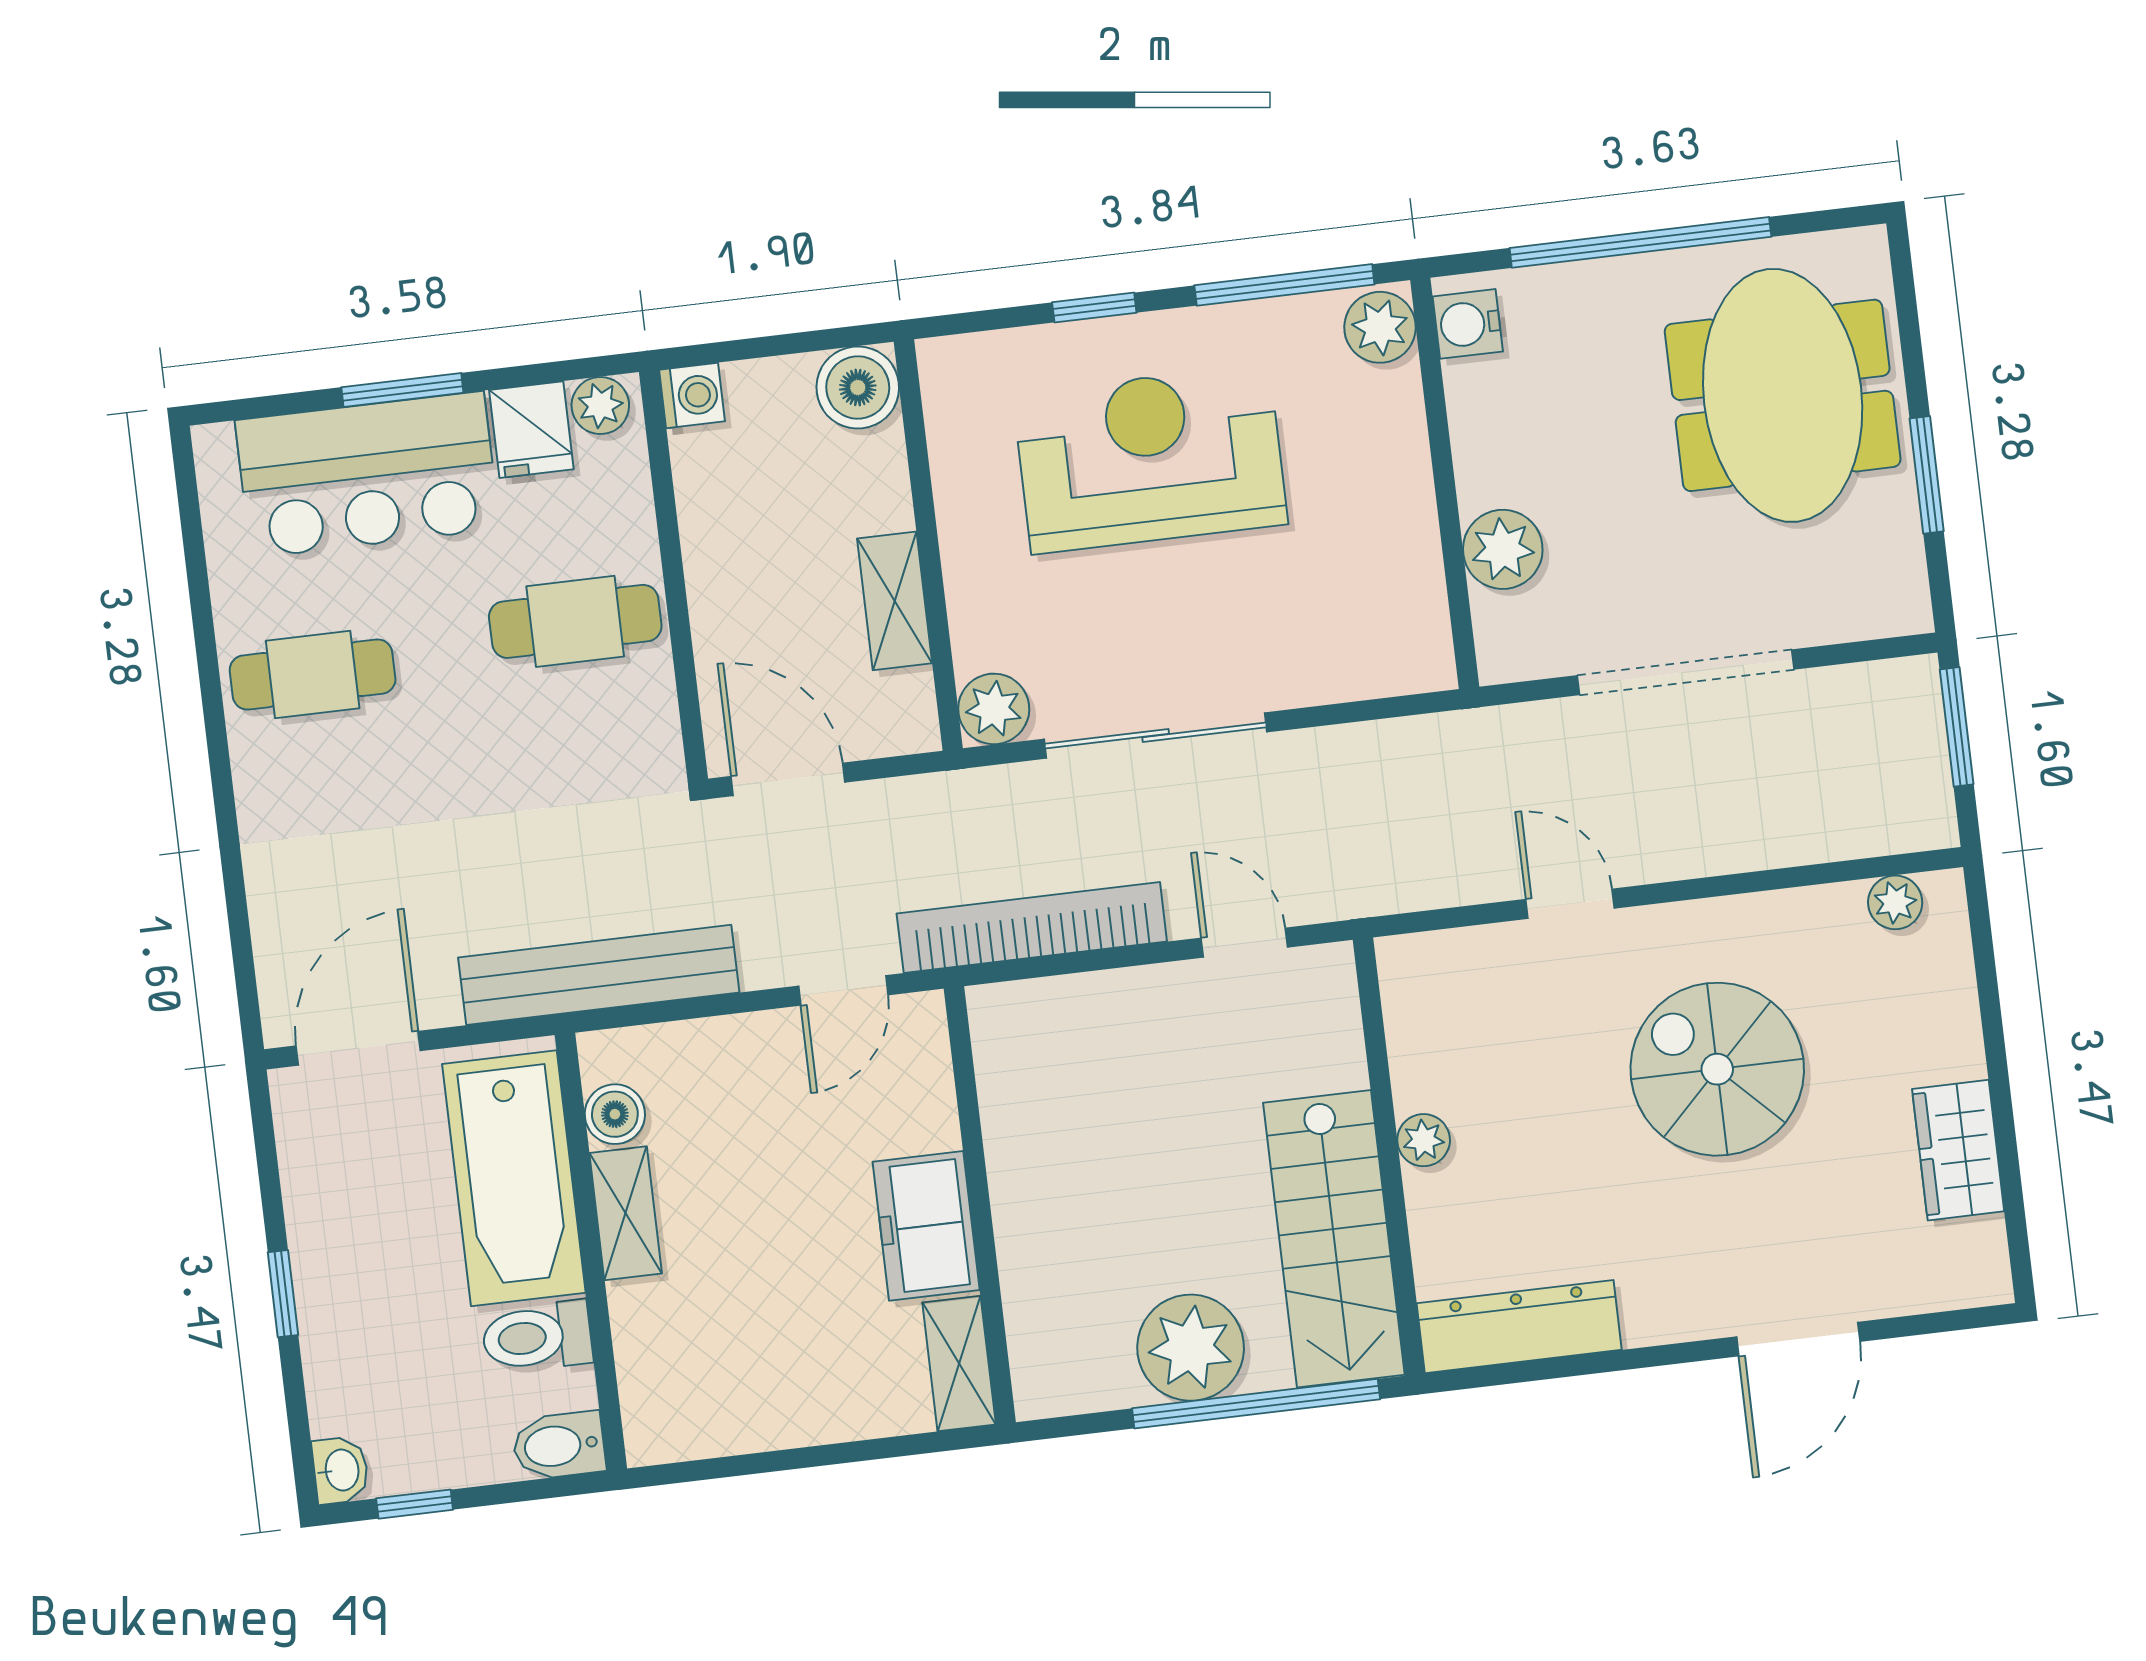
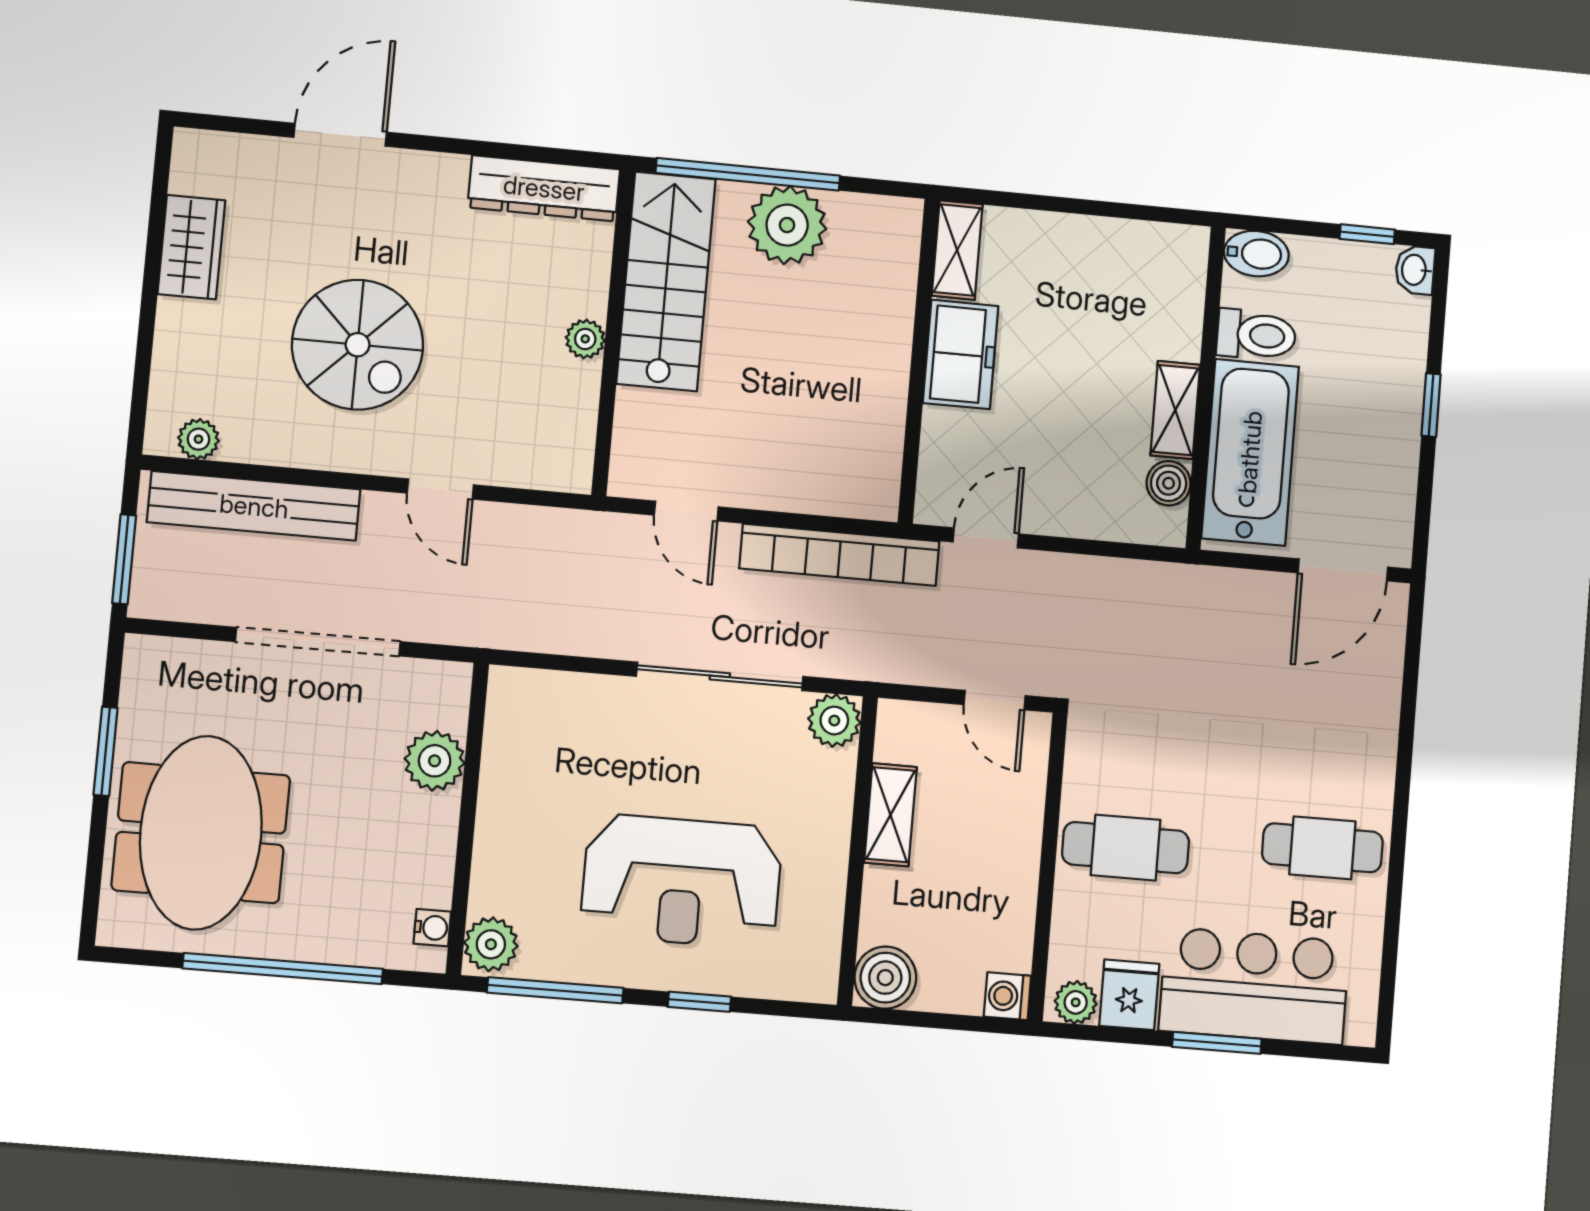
water cooler: (1468, 324) -> (432, 928), width x0.72, depth x0.72
door: (788, 779) -> (995, 700), width x0.73
bench: (599, 975) -> (254, 506), moved

